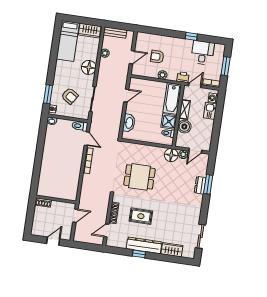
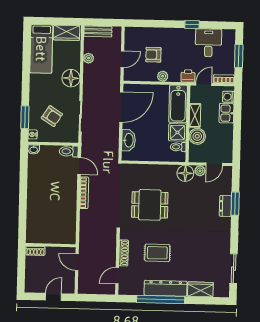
door: (126, 96) -> (121, 107), width x1.87
door: (75, 216) -> (77, 262), swing flipped
window: (139, 254) -> (161, 299), width x3.17

